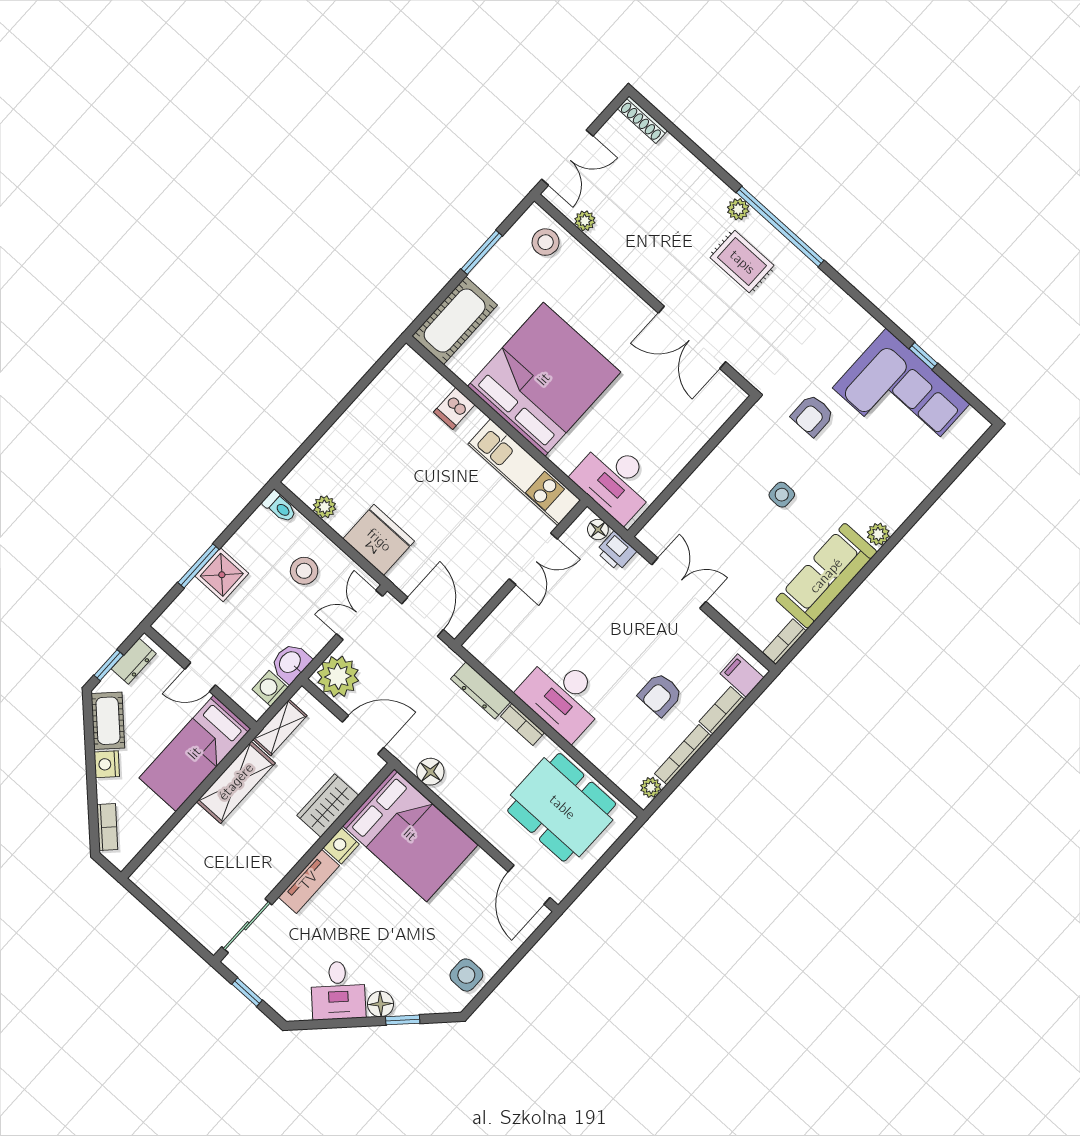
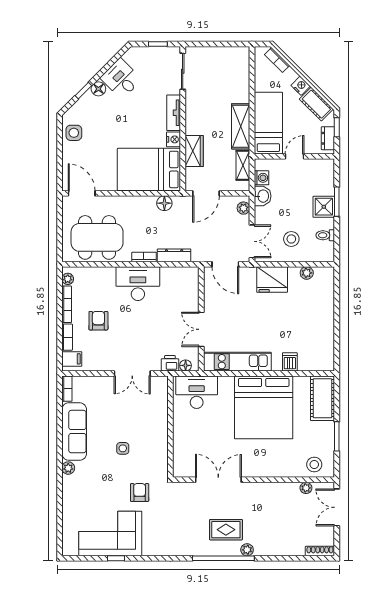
toilet: (280, 507) -> (325, 235), moved
plant: (338, 676) -> (243, 208), width x0.53, depth x0.53

